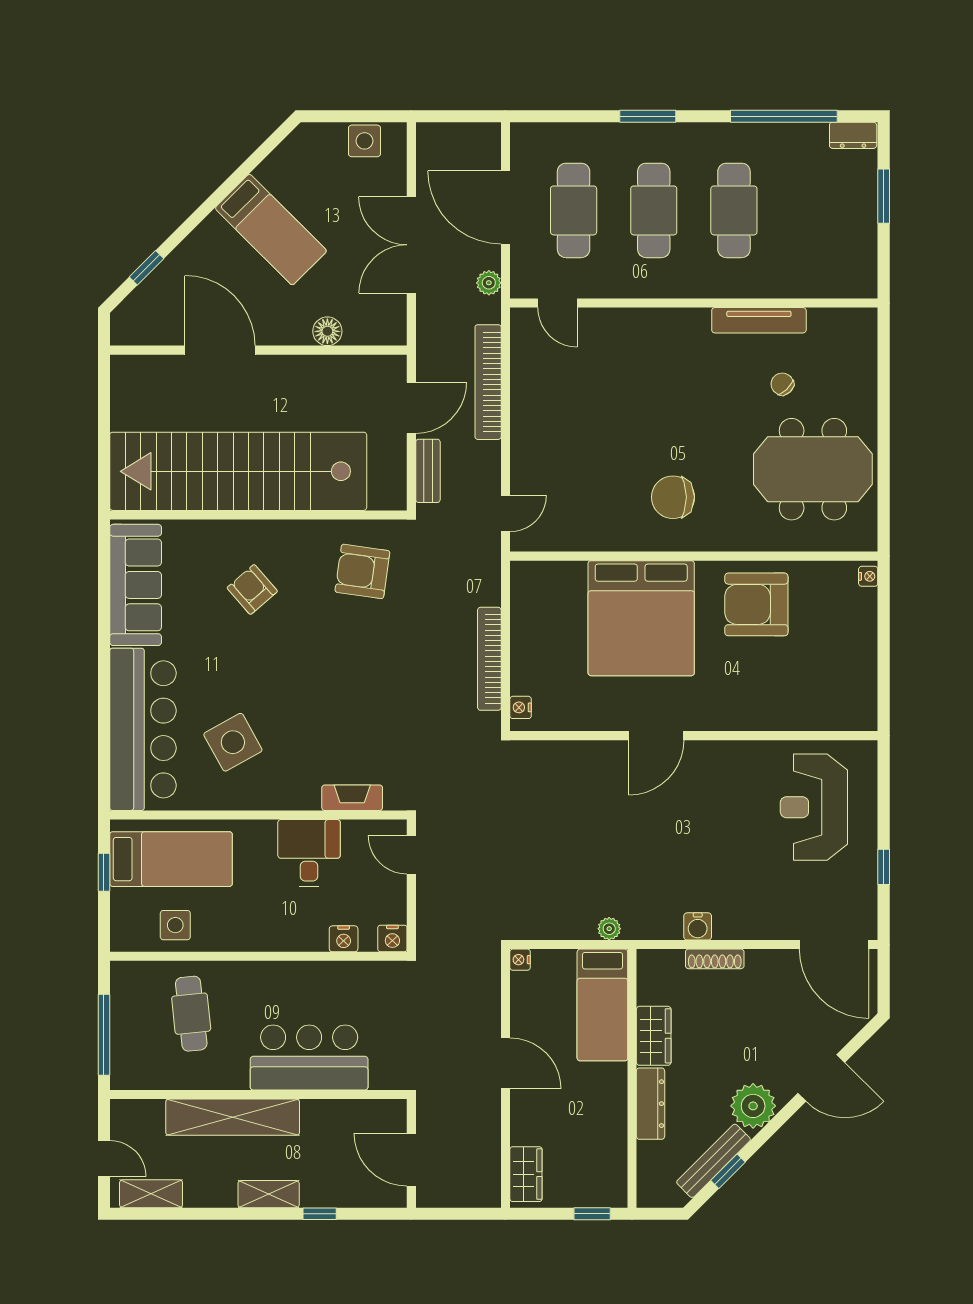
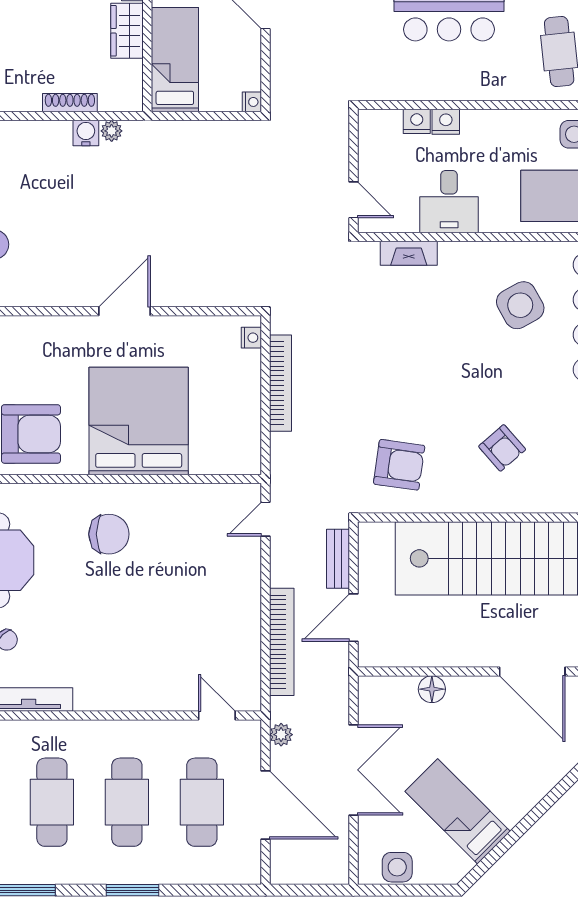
bed: (271, 230) -> (458, 811), moved
plant: (609, 929) -> (112, 131), moved
nightstand: (392, 938) -> (446, 122), moved

